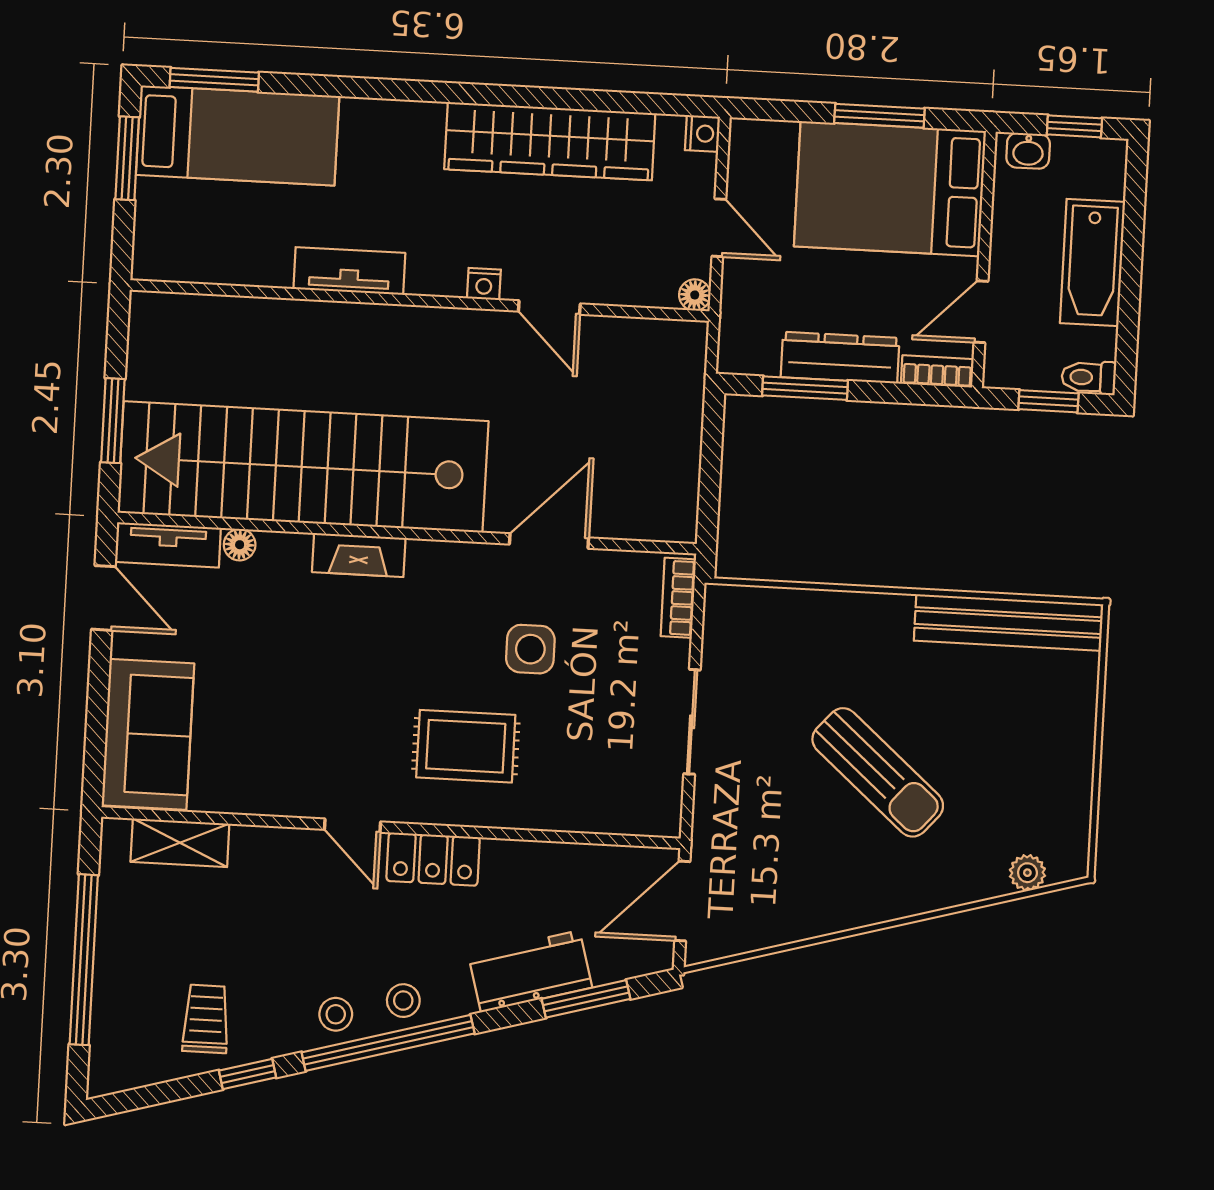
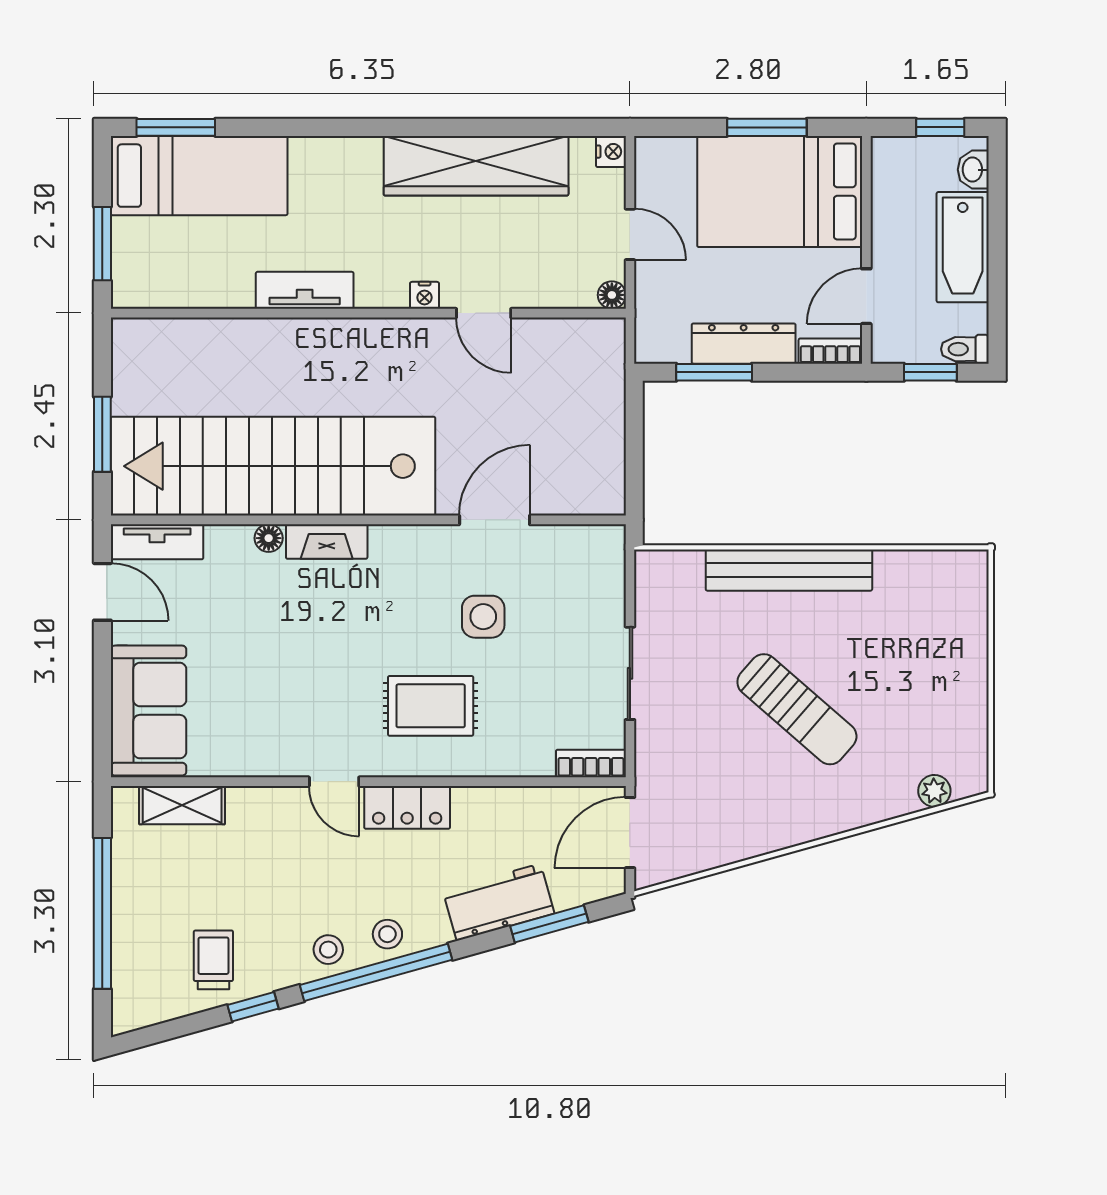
washbasin: (1028, 151) -> (973, 170), moved, turned 90
window: (127, 158) -> (102, 244), moved
floor lamp: (240, 545) -> (269, 538), moved
bookcase: (678, 598) -> (591, 763), moved, turned 90
bench: (1009, 622) -> (789, 570), moved

